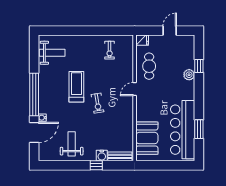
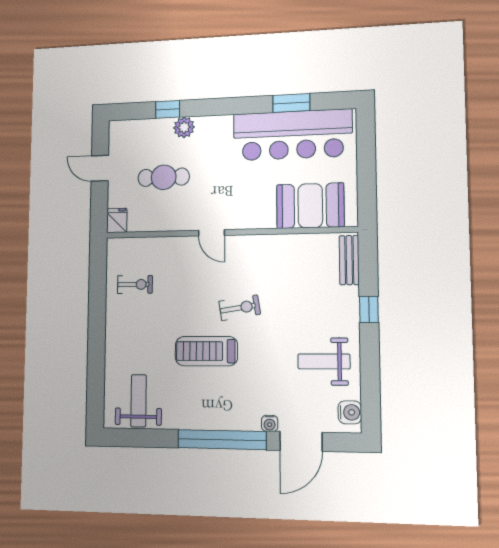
cafe table: (149, 66) -> (164, 177), moved
door: (34, 133) -> (301, 441), swing flipped
water cooler: (102, 156) -> (350, 412), moved

